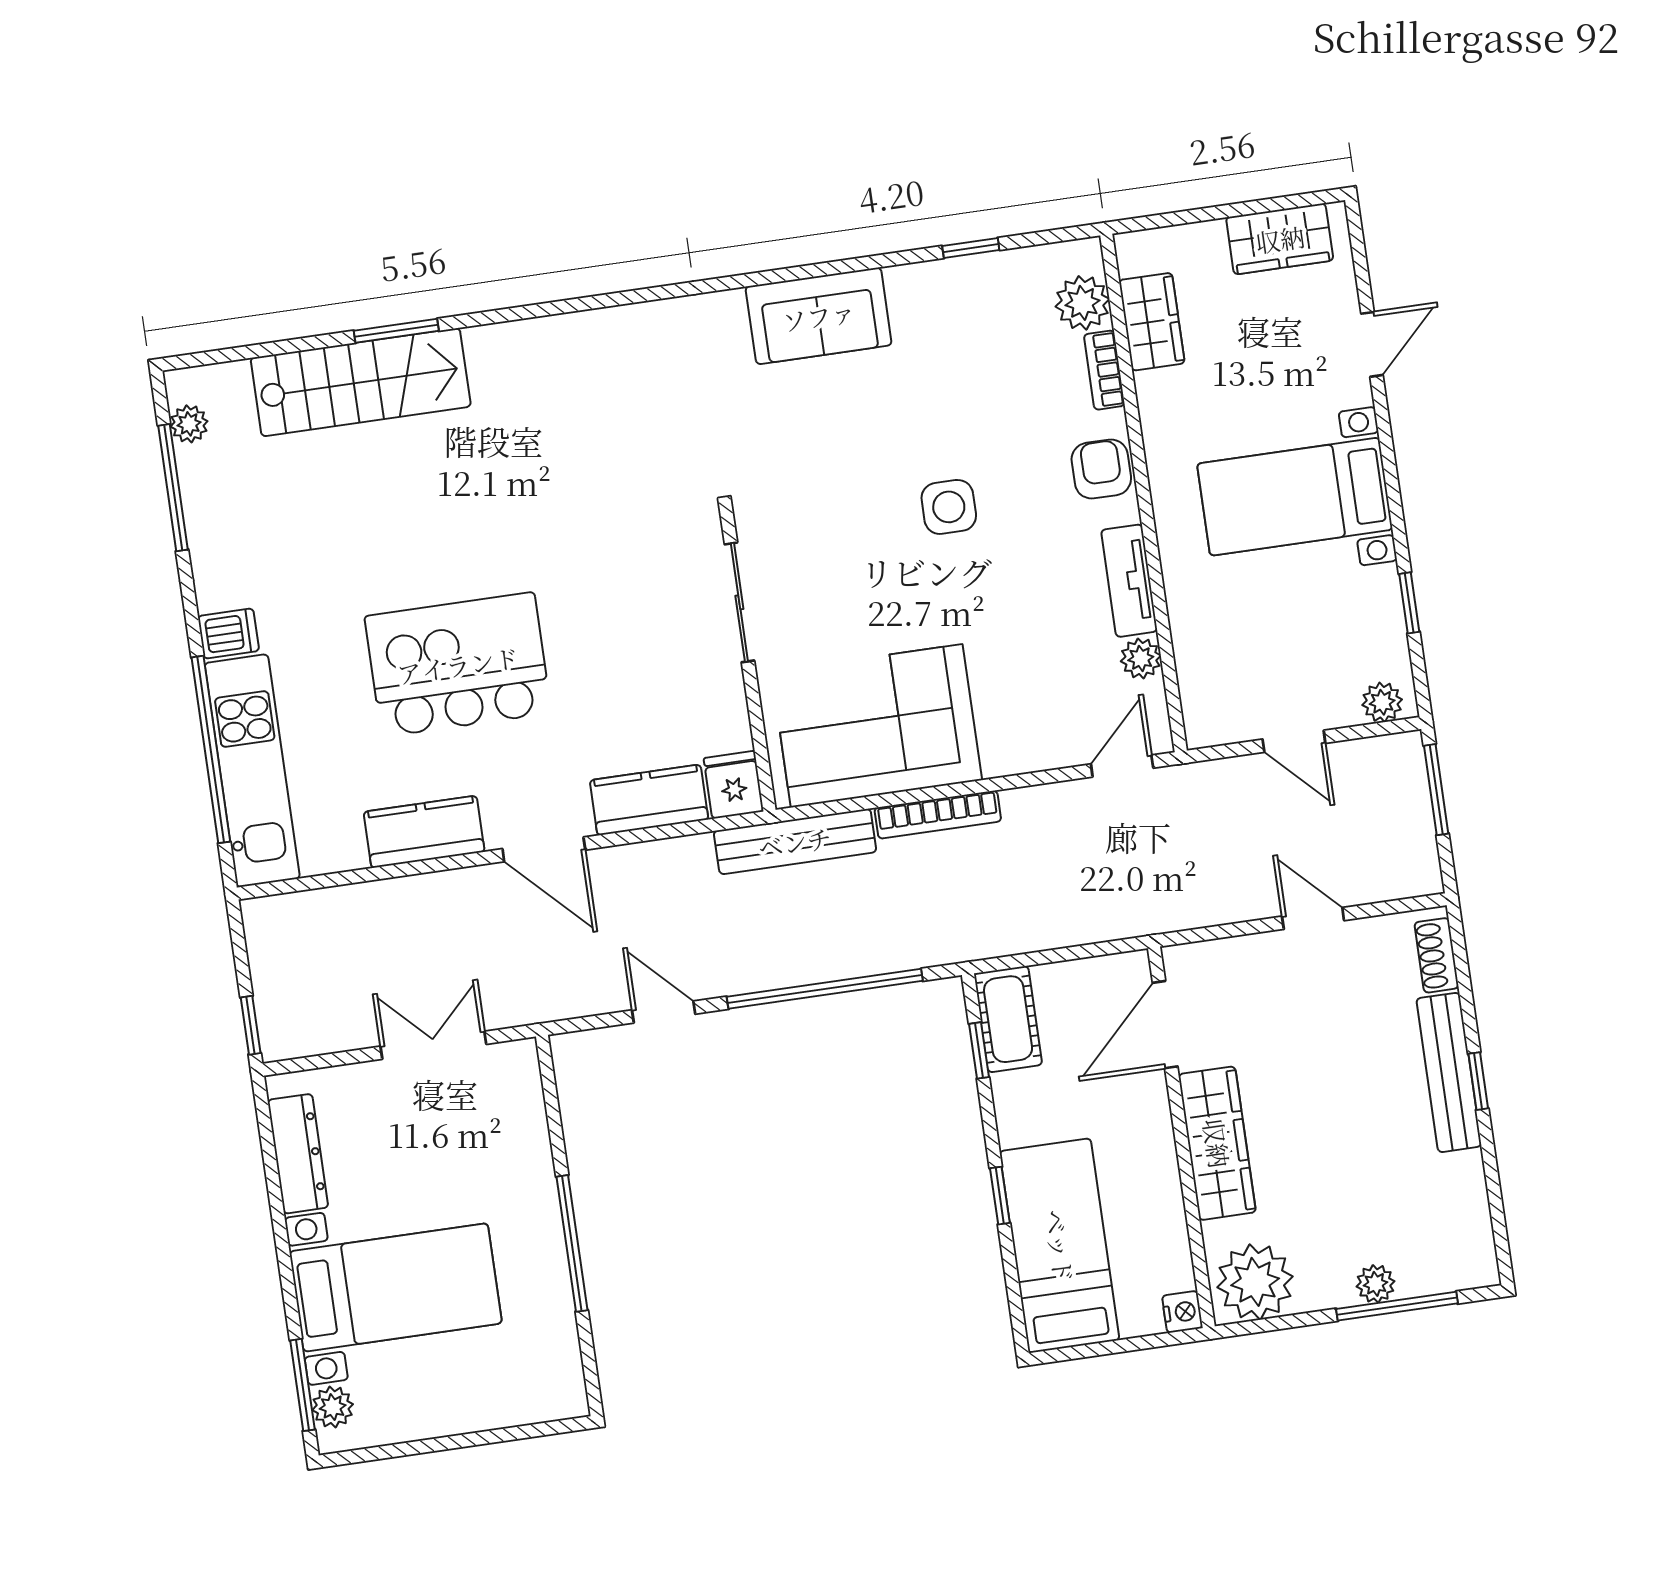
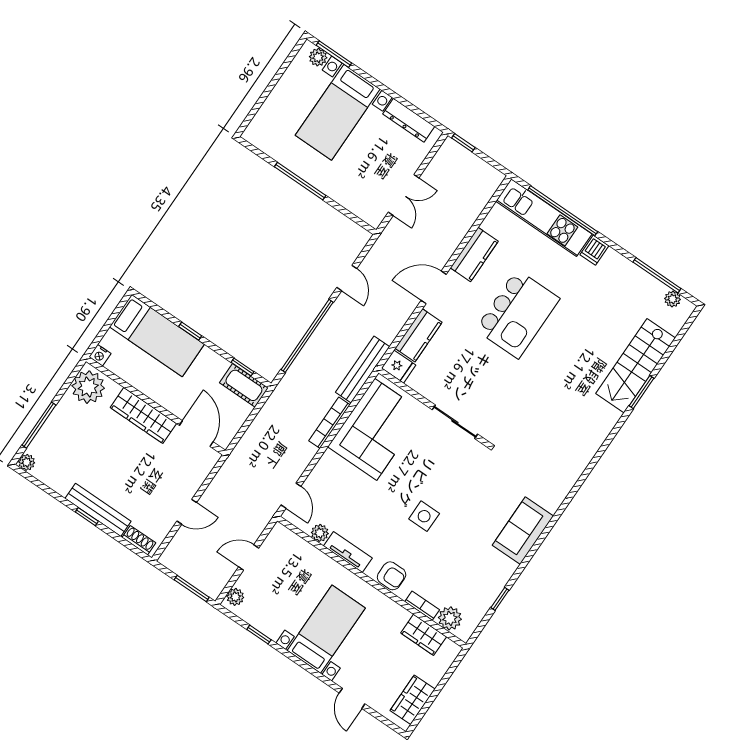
door: (664, 1012) -> (347, 278), hinge flipped
plant: (1376, 1284) -> (27, 462), moved

